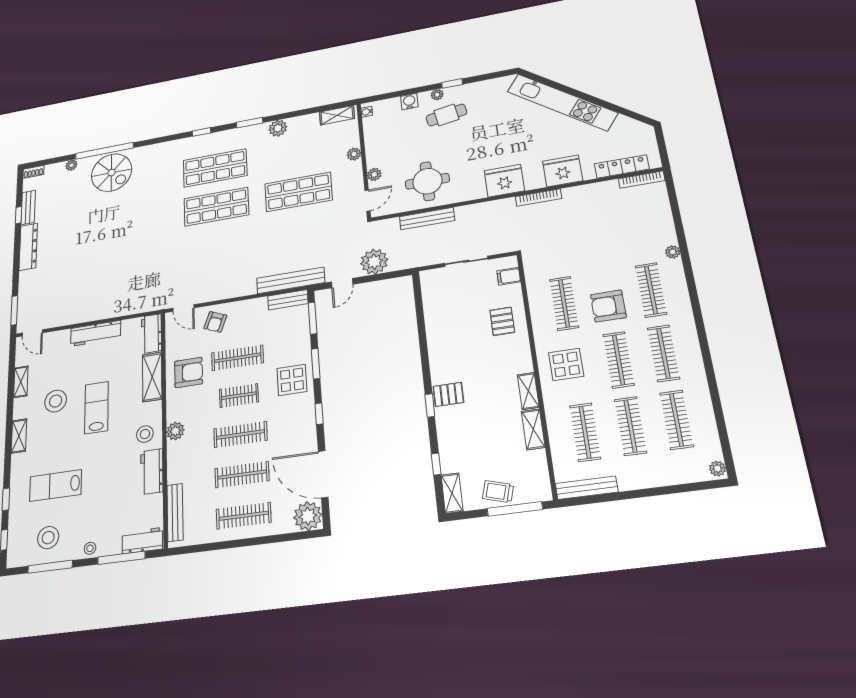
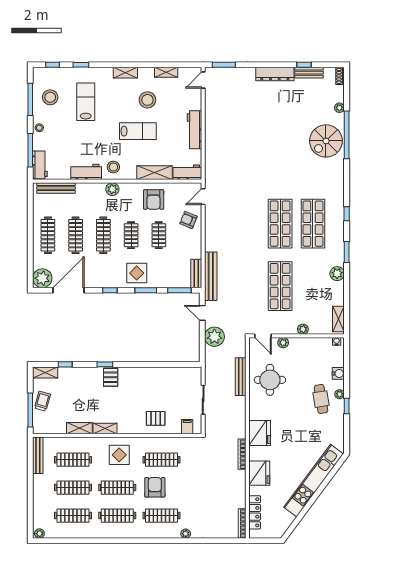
clothes rail: (237, 358) -> (159, 235), width x0.73

